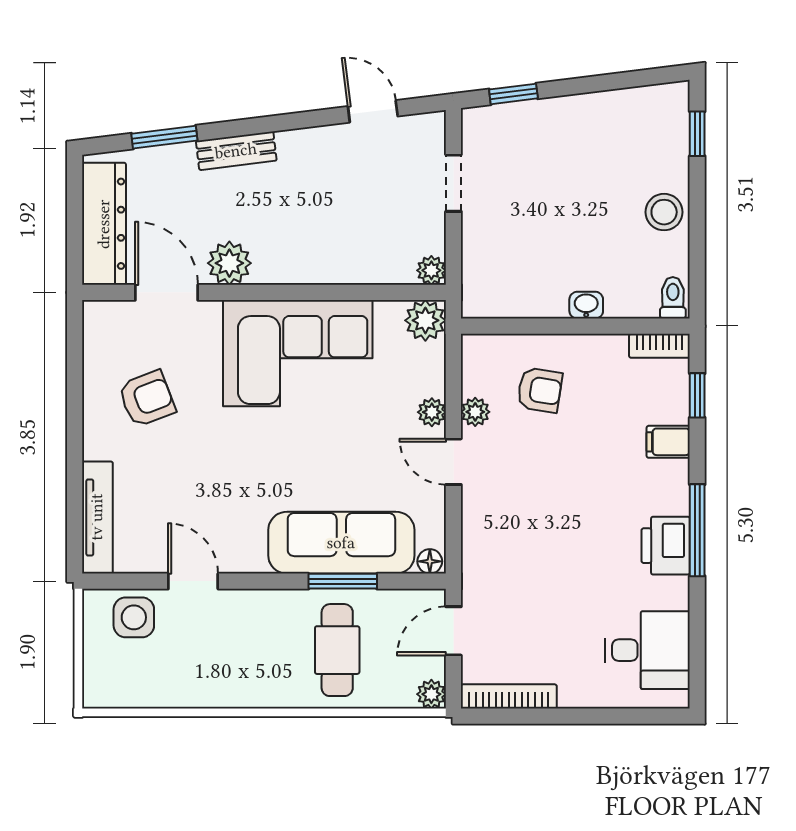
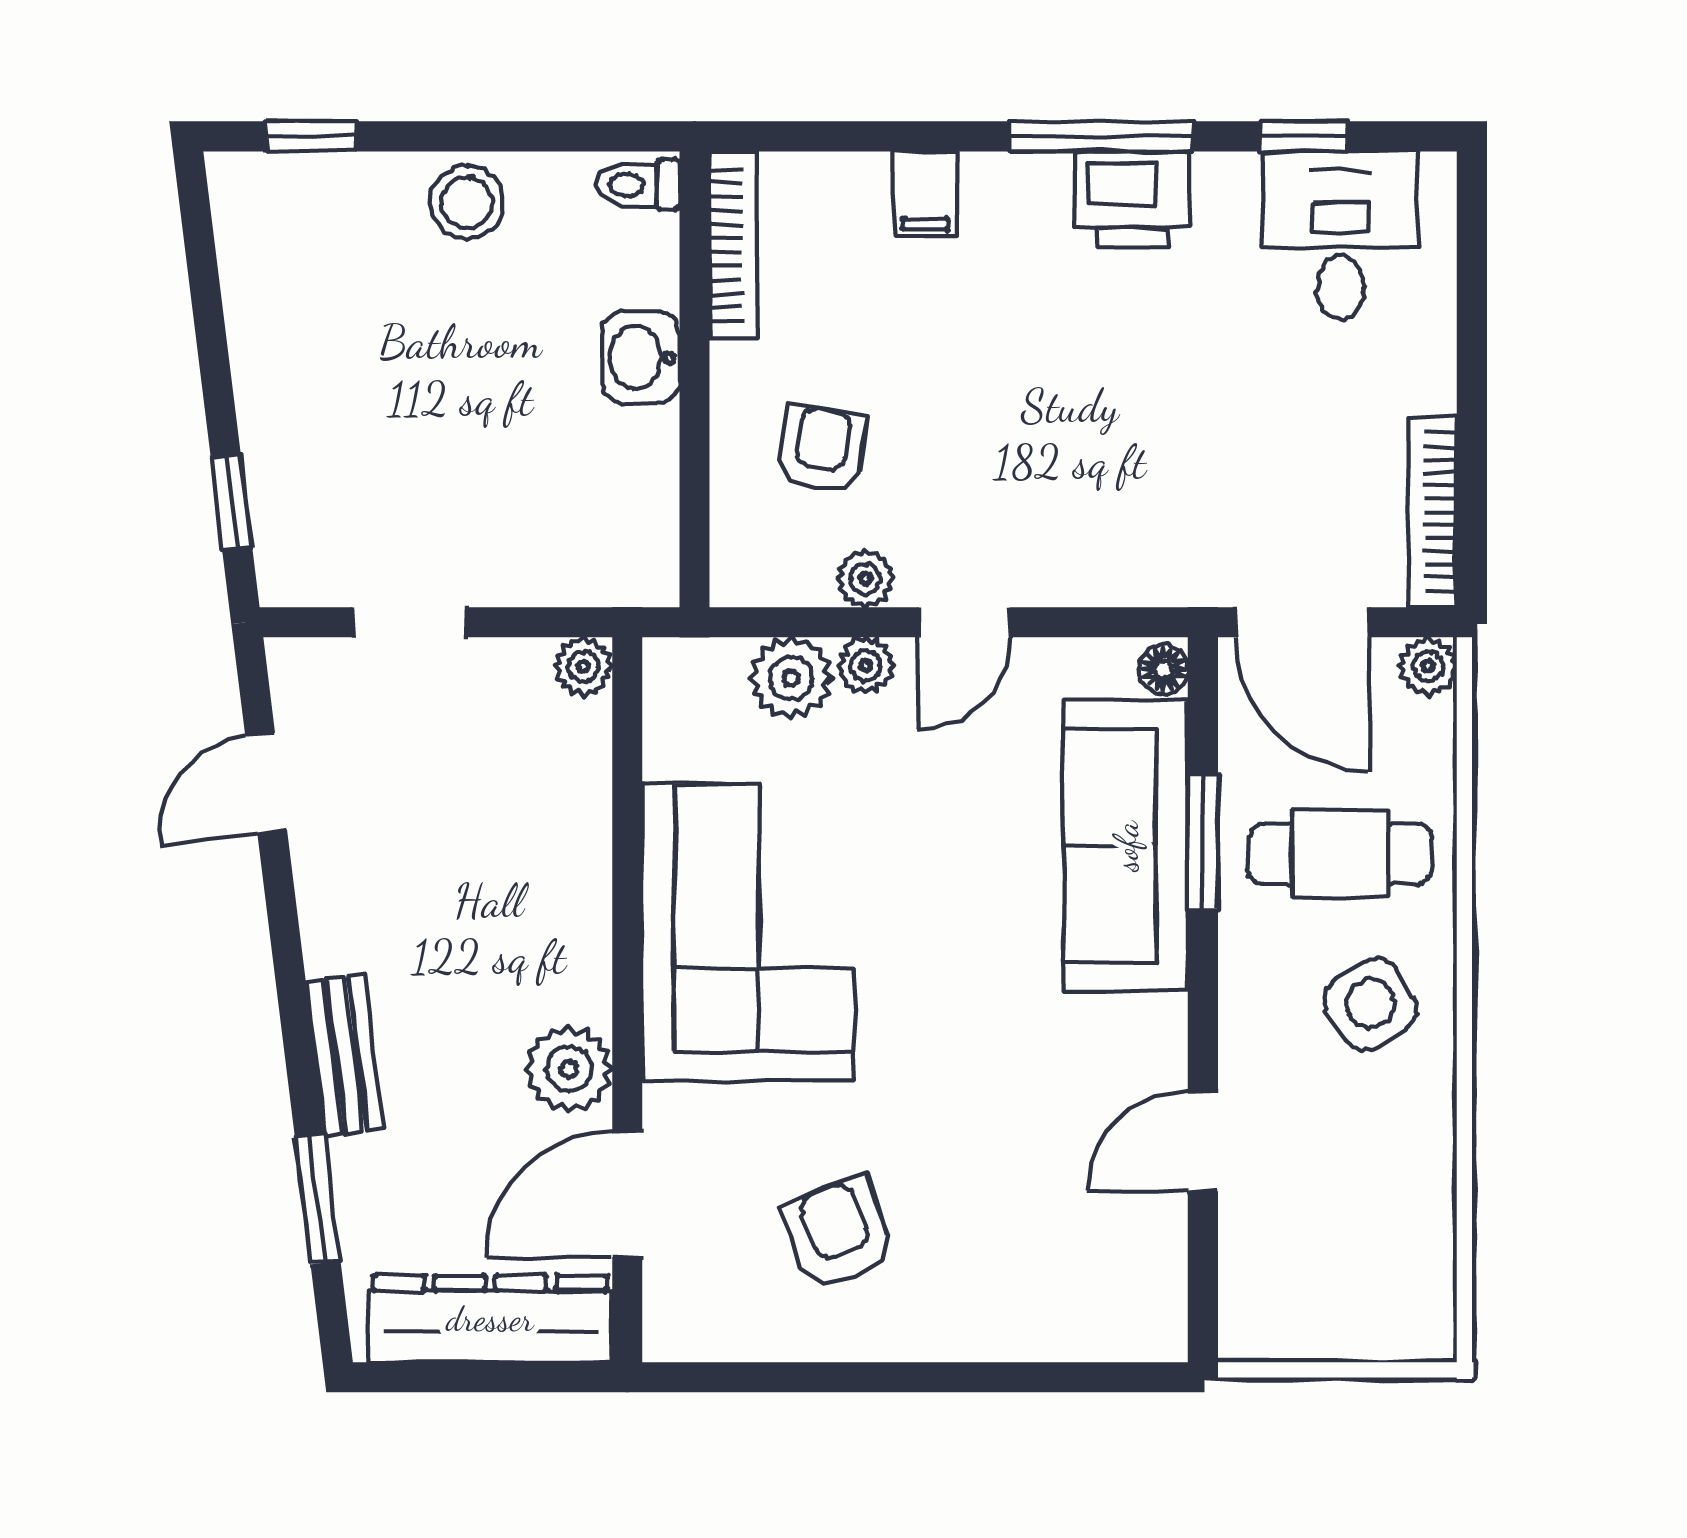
washbasin: (586, 305) -> (640, 358), width x1.38, depth x1.45
plant: (425, 320) -> (791, 678), moved
bookcase: (659, 346) -> (734, 245), width x1.56
window: (697, 395) -> (1304, 136), moved
tv unit: (97, 517) -> (1076, 1332), removed
side table: (134, 617) -> (1371, 1004), moved, turned -31
door: (453, 631) -> (1302, 622), width x1.38

